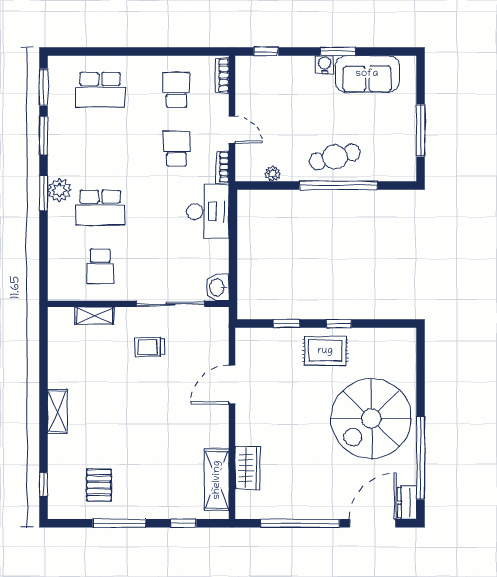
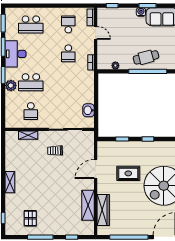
door: (232, 130) -> (96, 33), moved
school desk: (177, 149) -> (68, 53), turned 180
plant: (59, 190) -> (11, 85), moved
desk: (208, 211) -> (15, 54), moved, turned 180
washbasin: (218, 287) -> (88, 110), moved
rug: (325, 351) -> (128, 173), moved
wardrobe: (248, 468) -> (103, 210), width x1.50
shelving: (217, 480) -> (88, 205), moved

